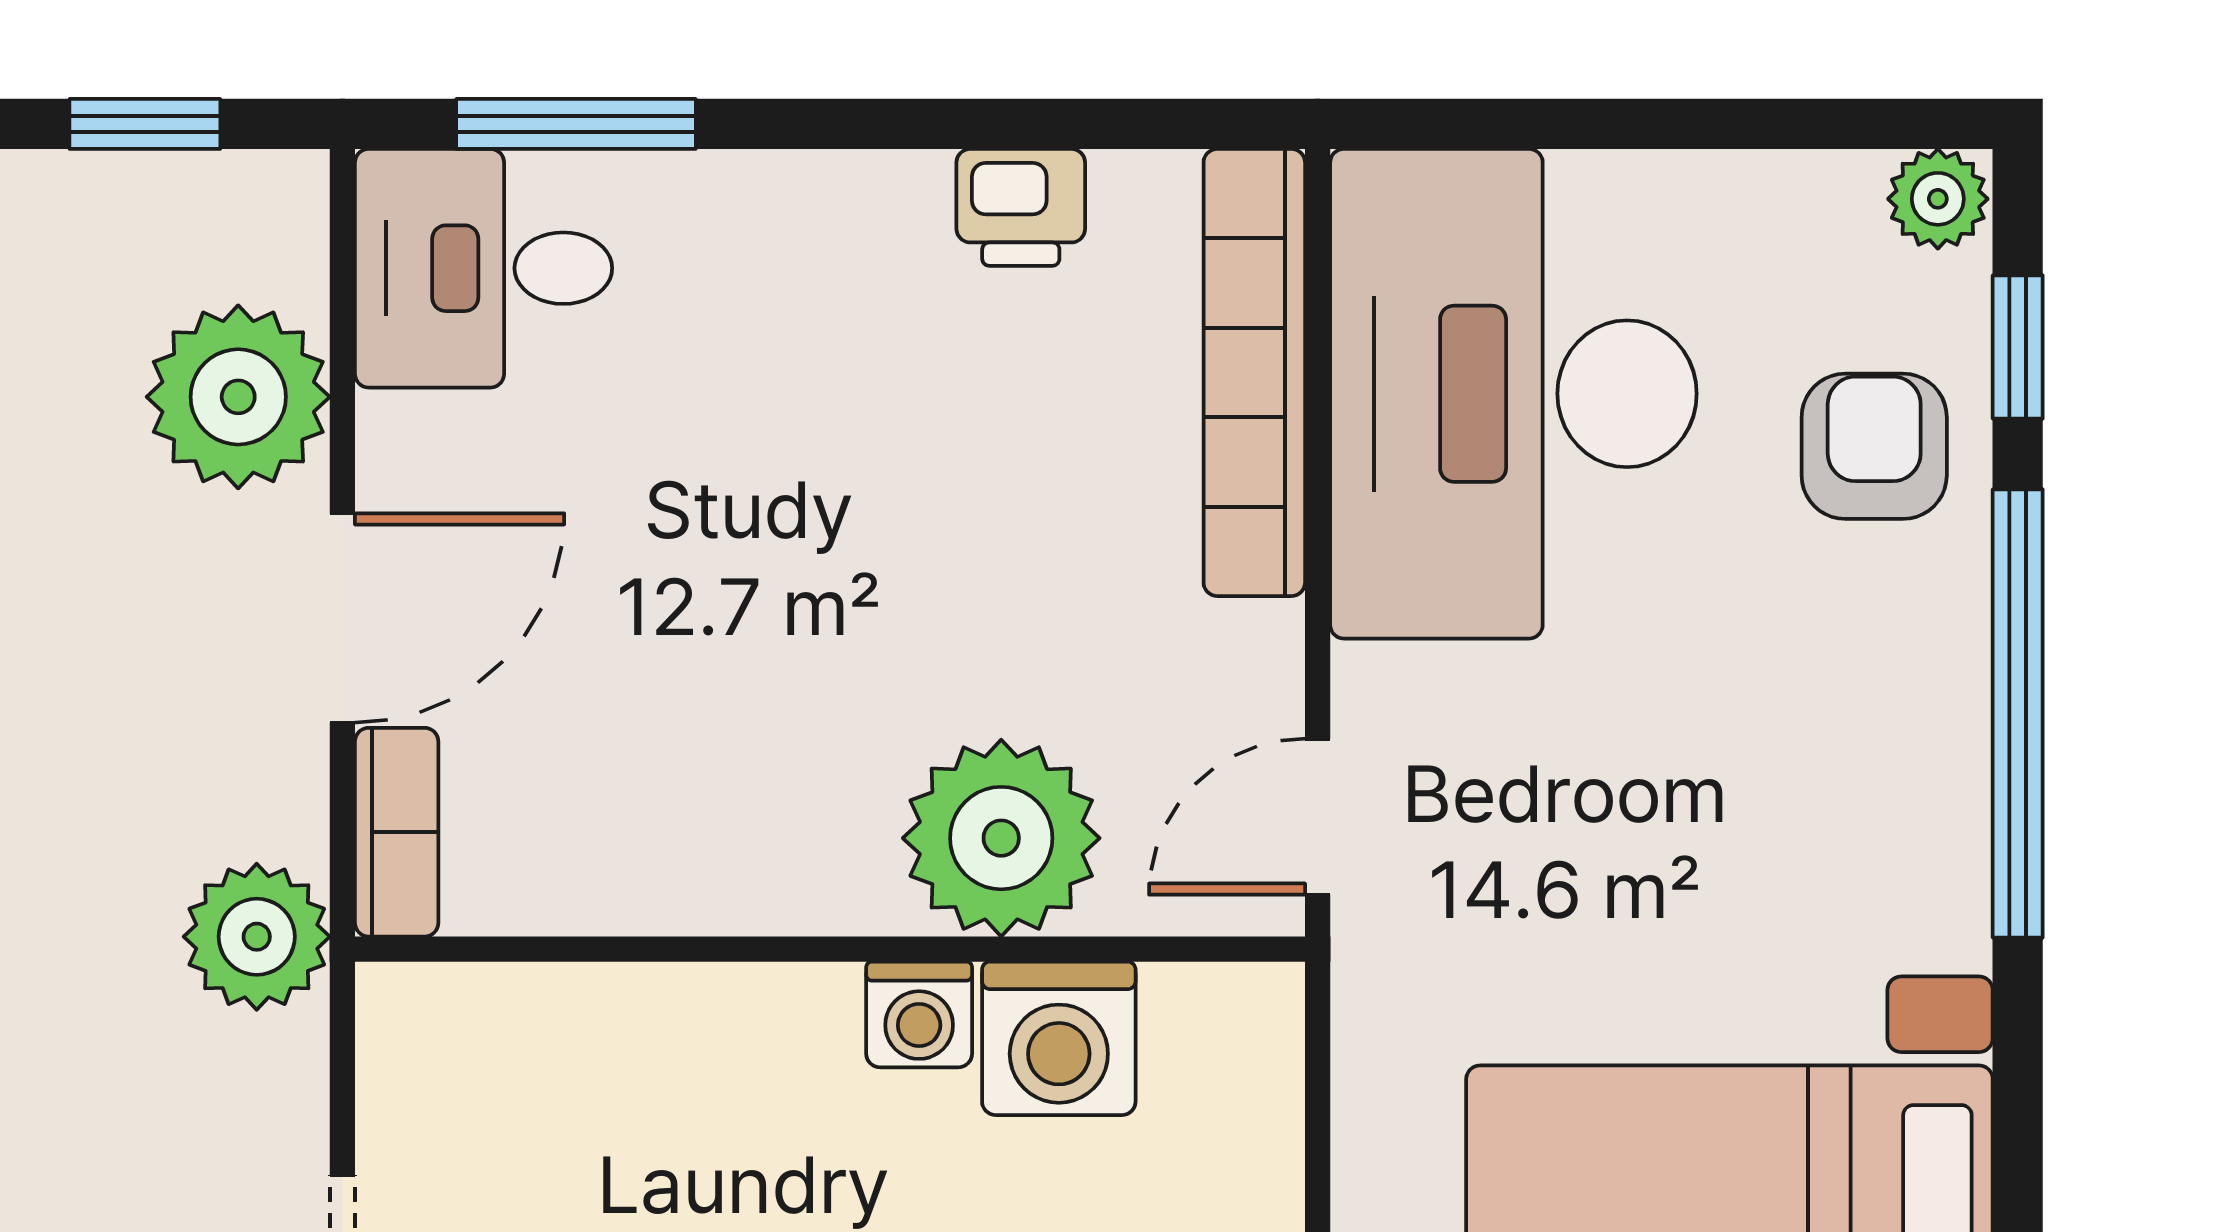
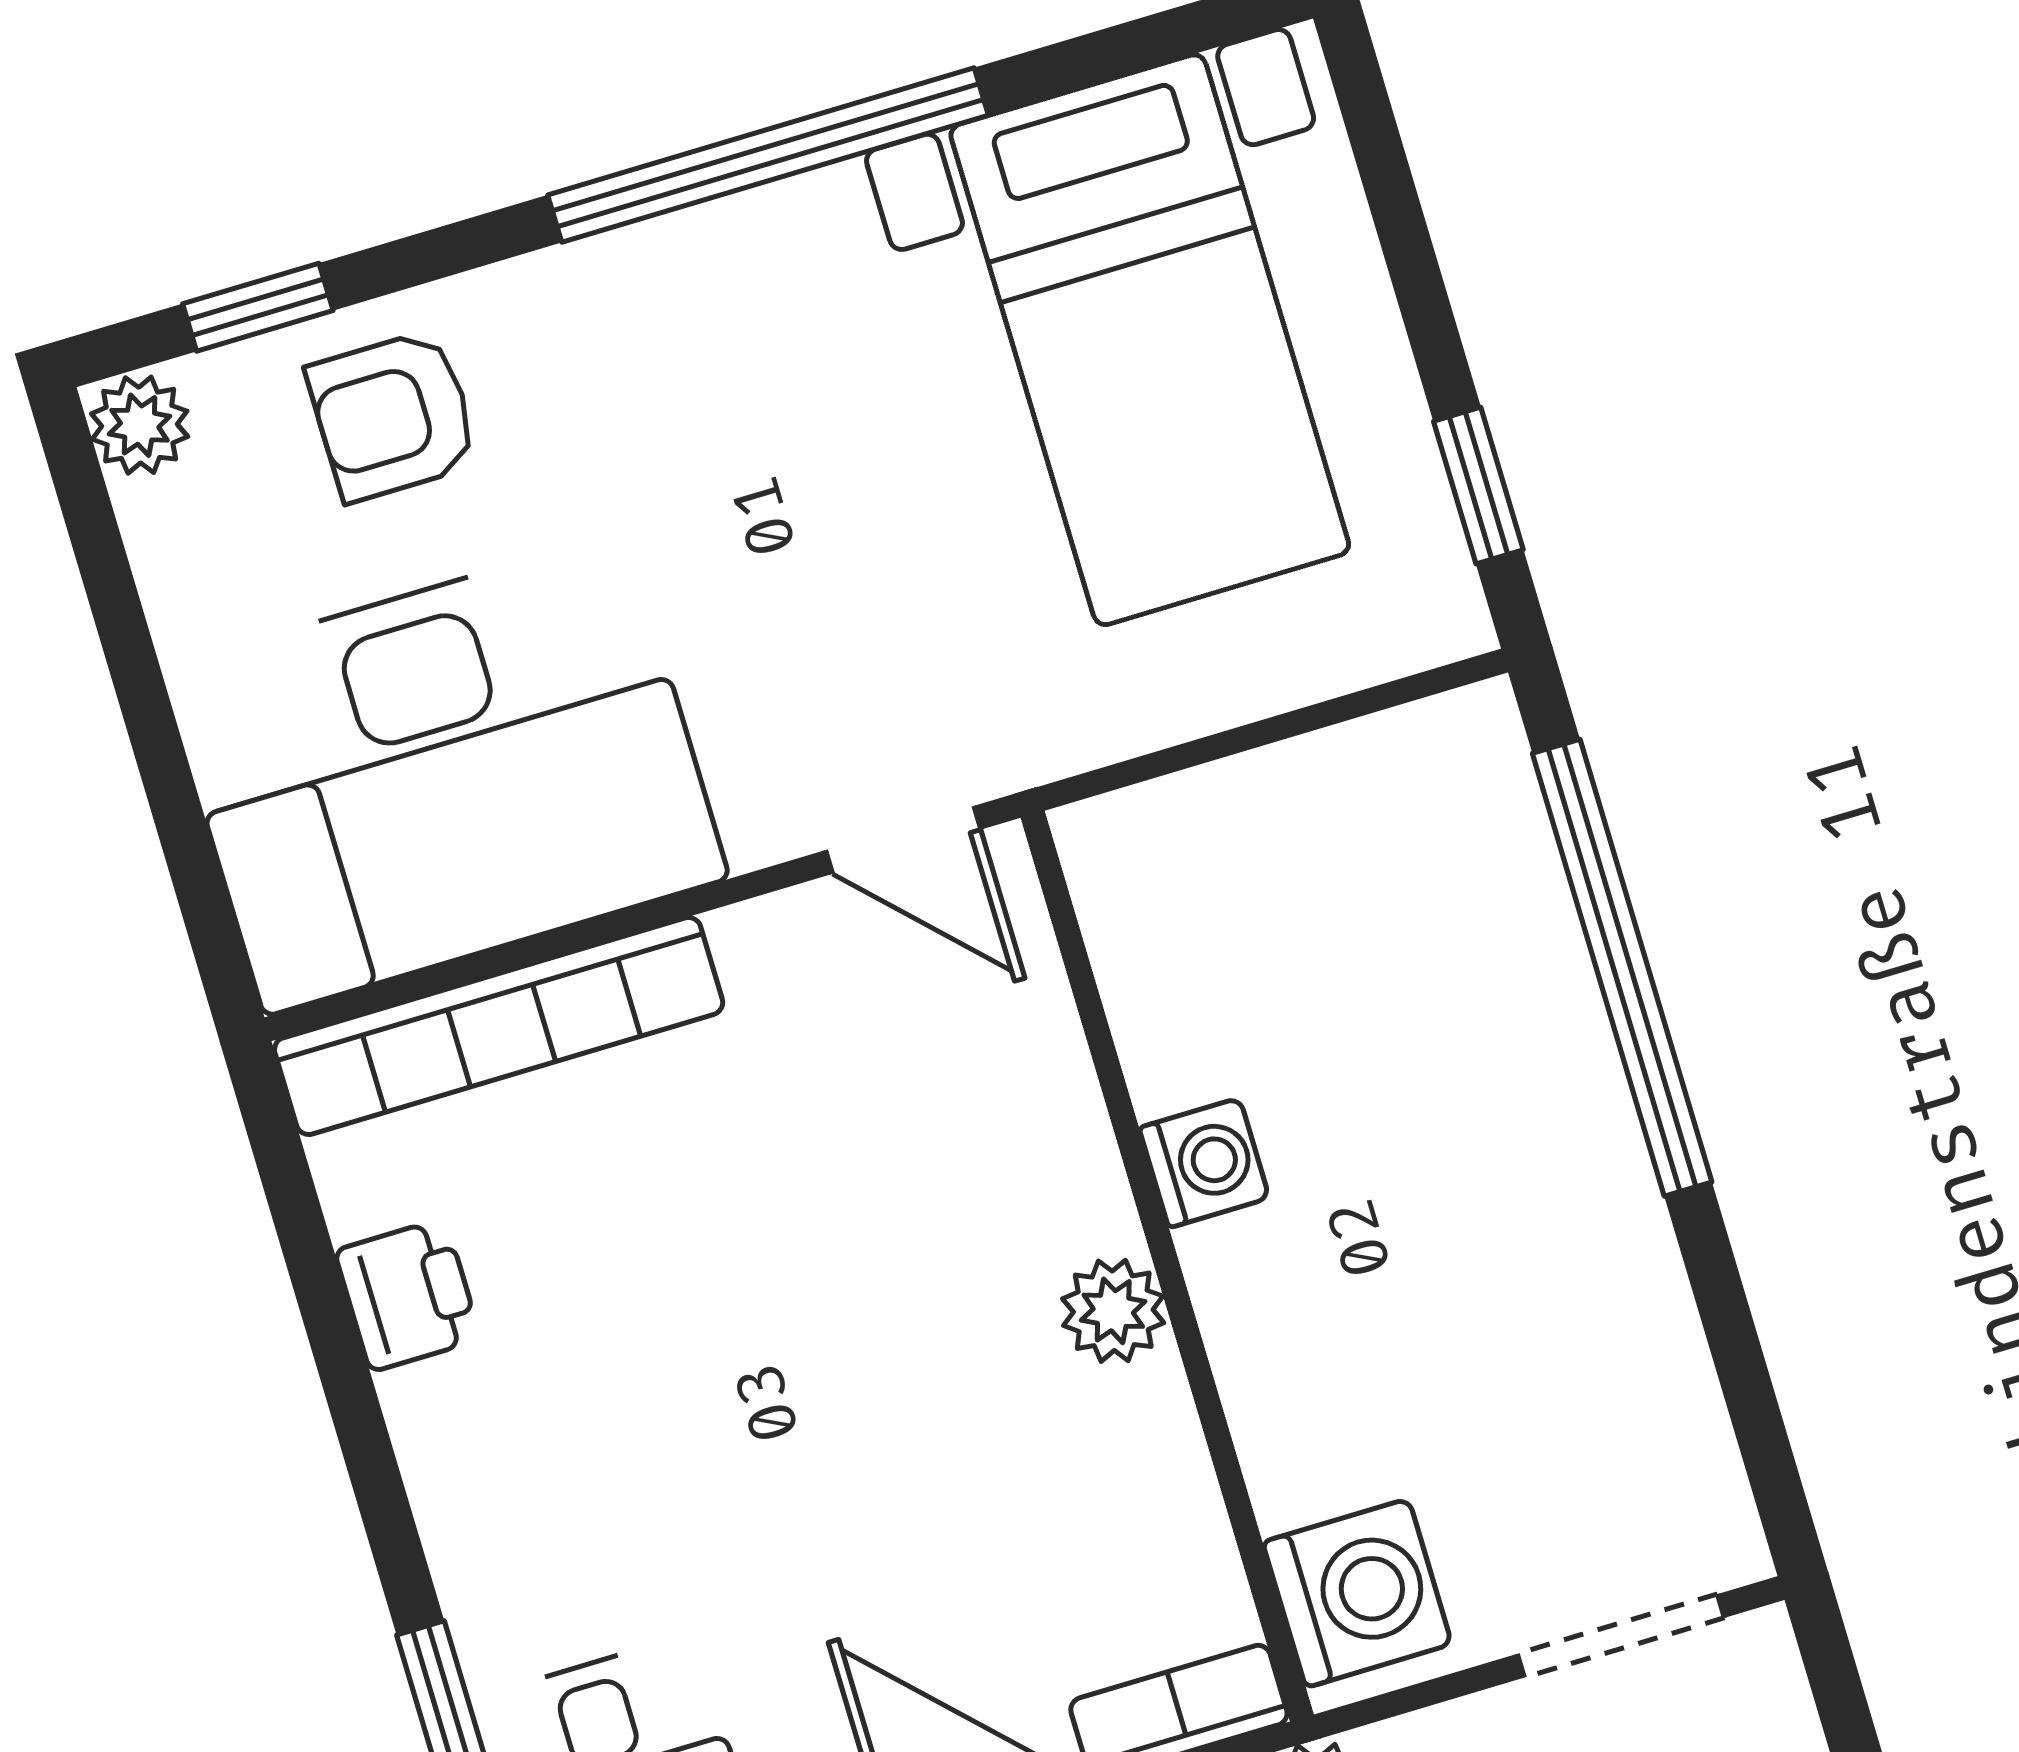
window: (2018, 713) -> (768, 155), moved
plant: (1001, 838) -> (1113, 1311), moved, width x0.53, depth x0.53
washing machine: (1059, 1038) -> (1357, 1593), moved

